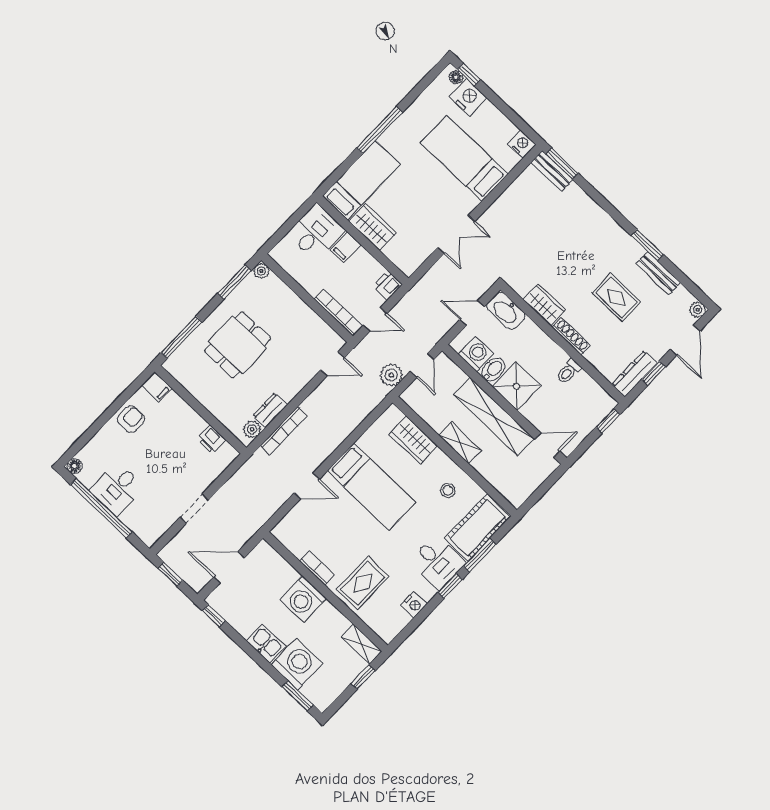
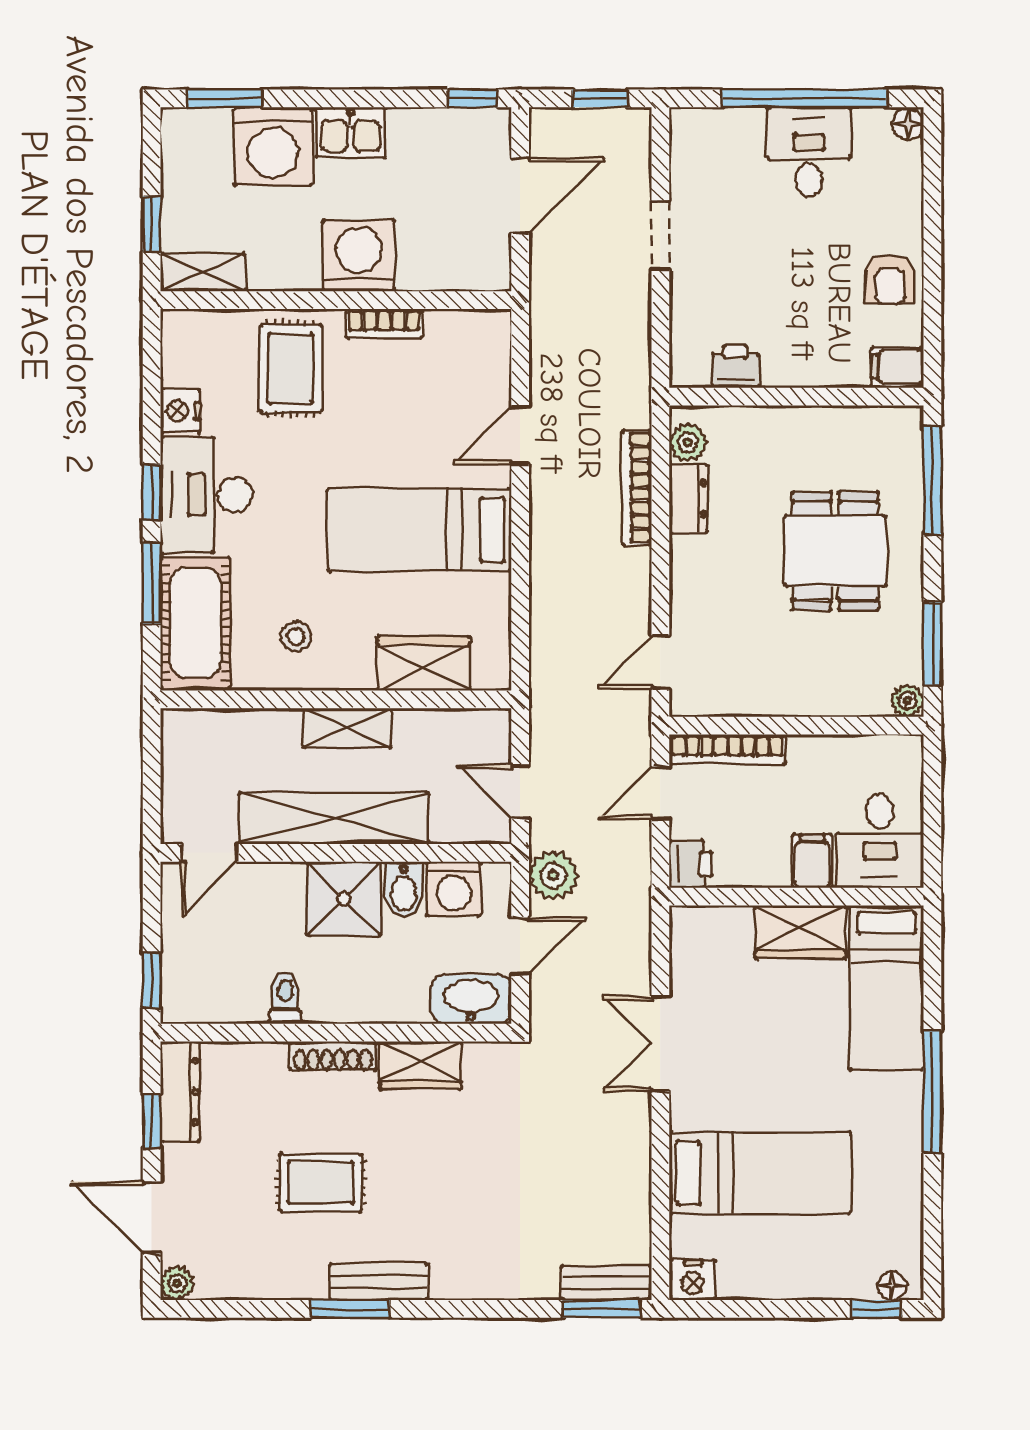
nightstand: (468, 97) -> (844, 1273), removed
bench: (658, 273) -> (379, 1282), moved
plant: (391, 375) -> (553, 875), moved
desk: (437, 562) -> (206, 495), width x1.37

